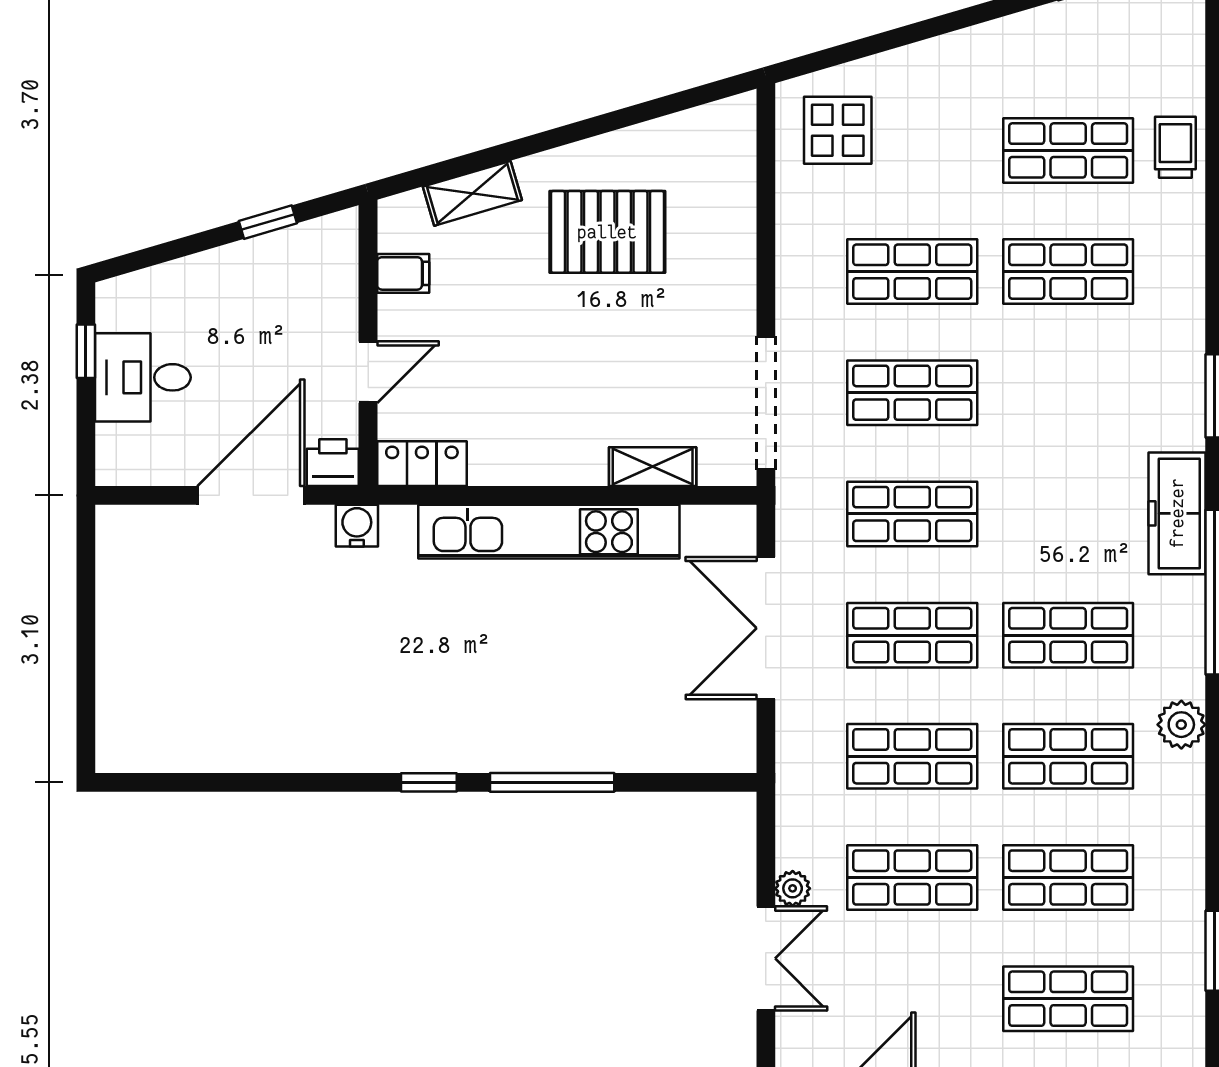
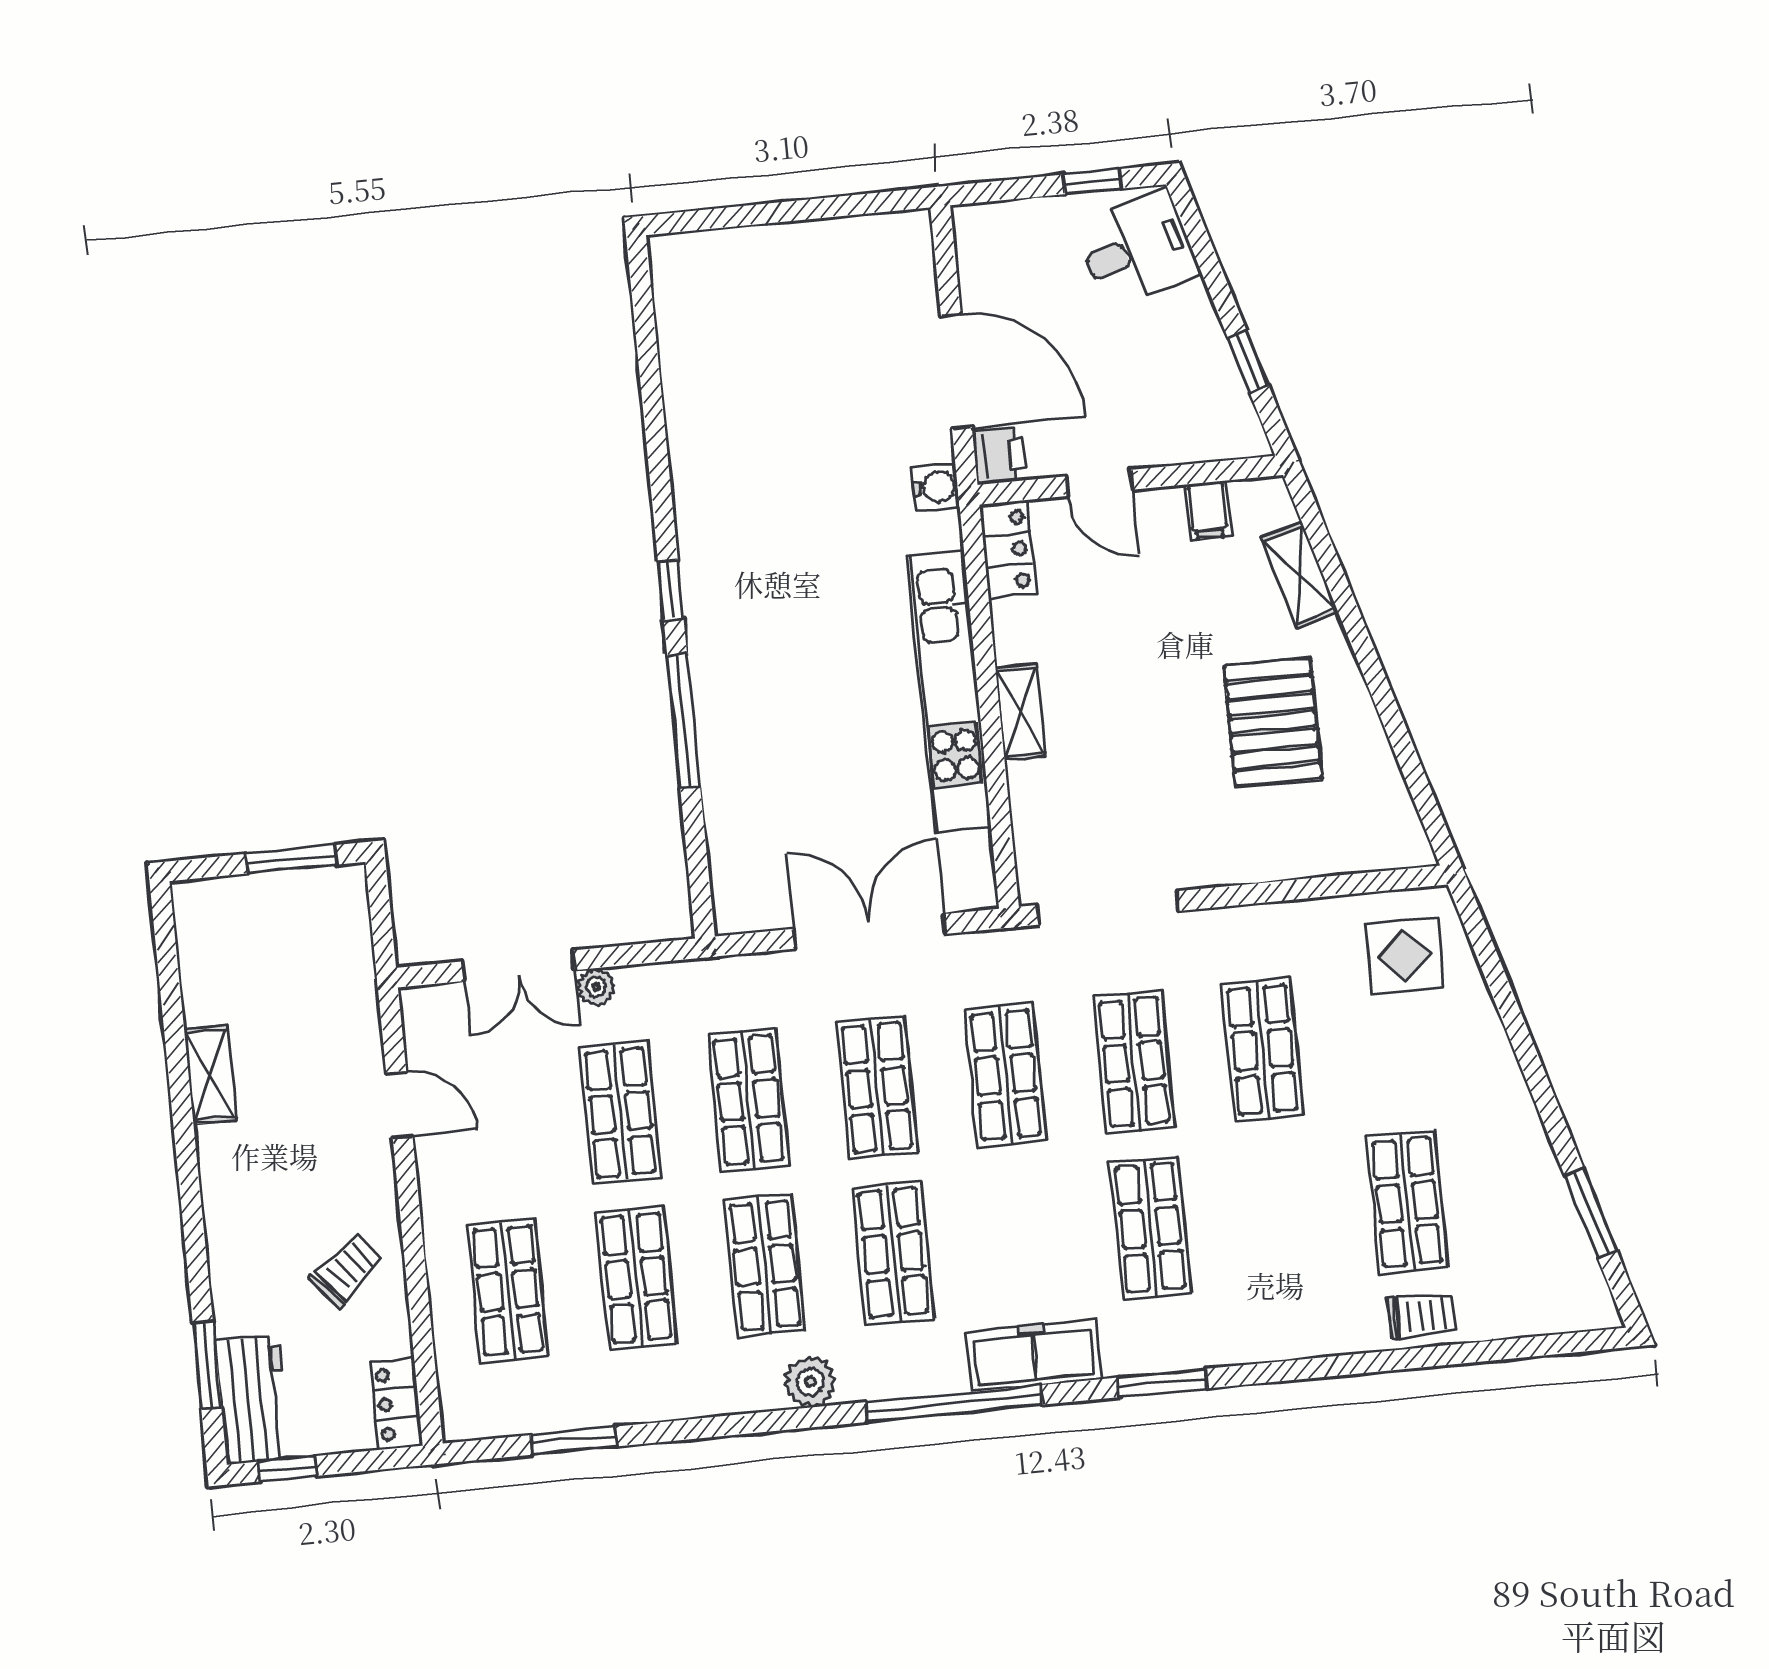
shop shelf: (1068, 272) -> (1150, 1227), moved
desk: (143, 377) -> (1137, 249), moved, turned 74
shelving: (653, 467) -> (1021, 712), moved

